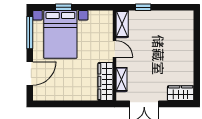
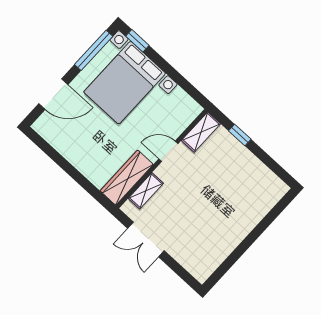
window: (64, 7) -> (137, 41), moved
door: (115, 49) -> (168, 151), swing flipped
wardrobe: (181, 93) -> (196, 264), removed

